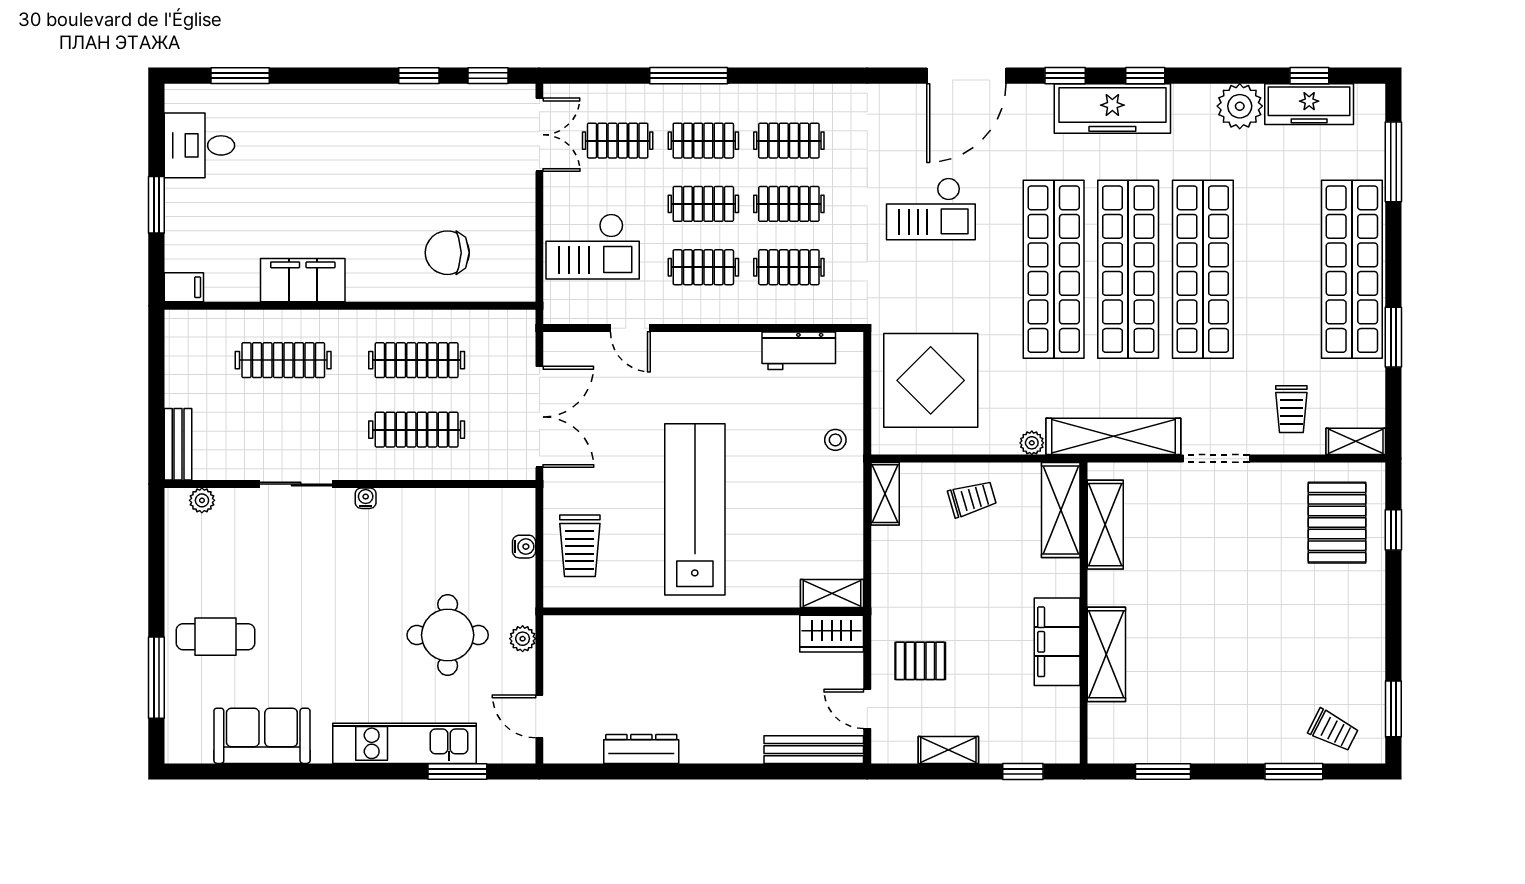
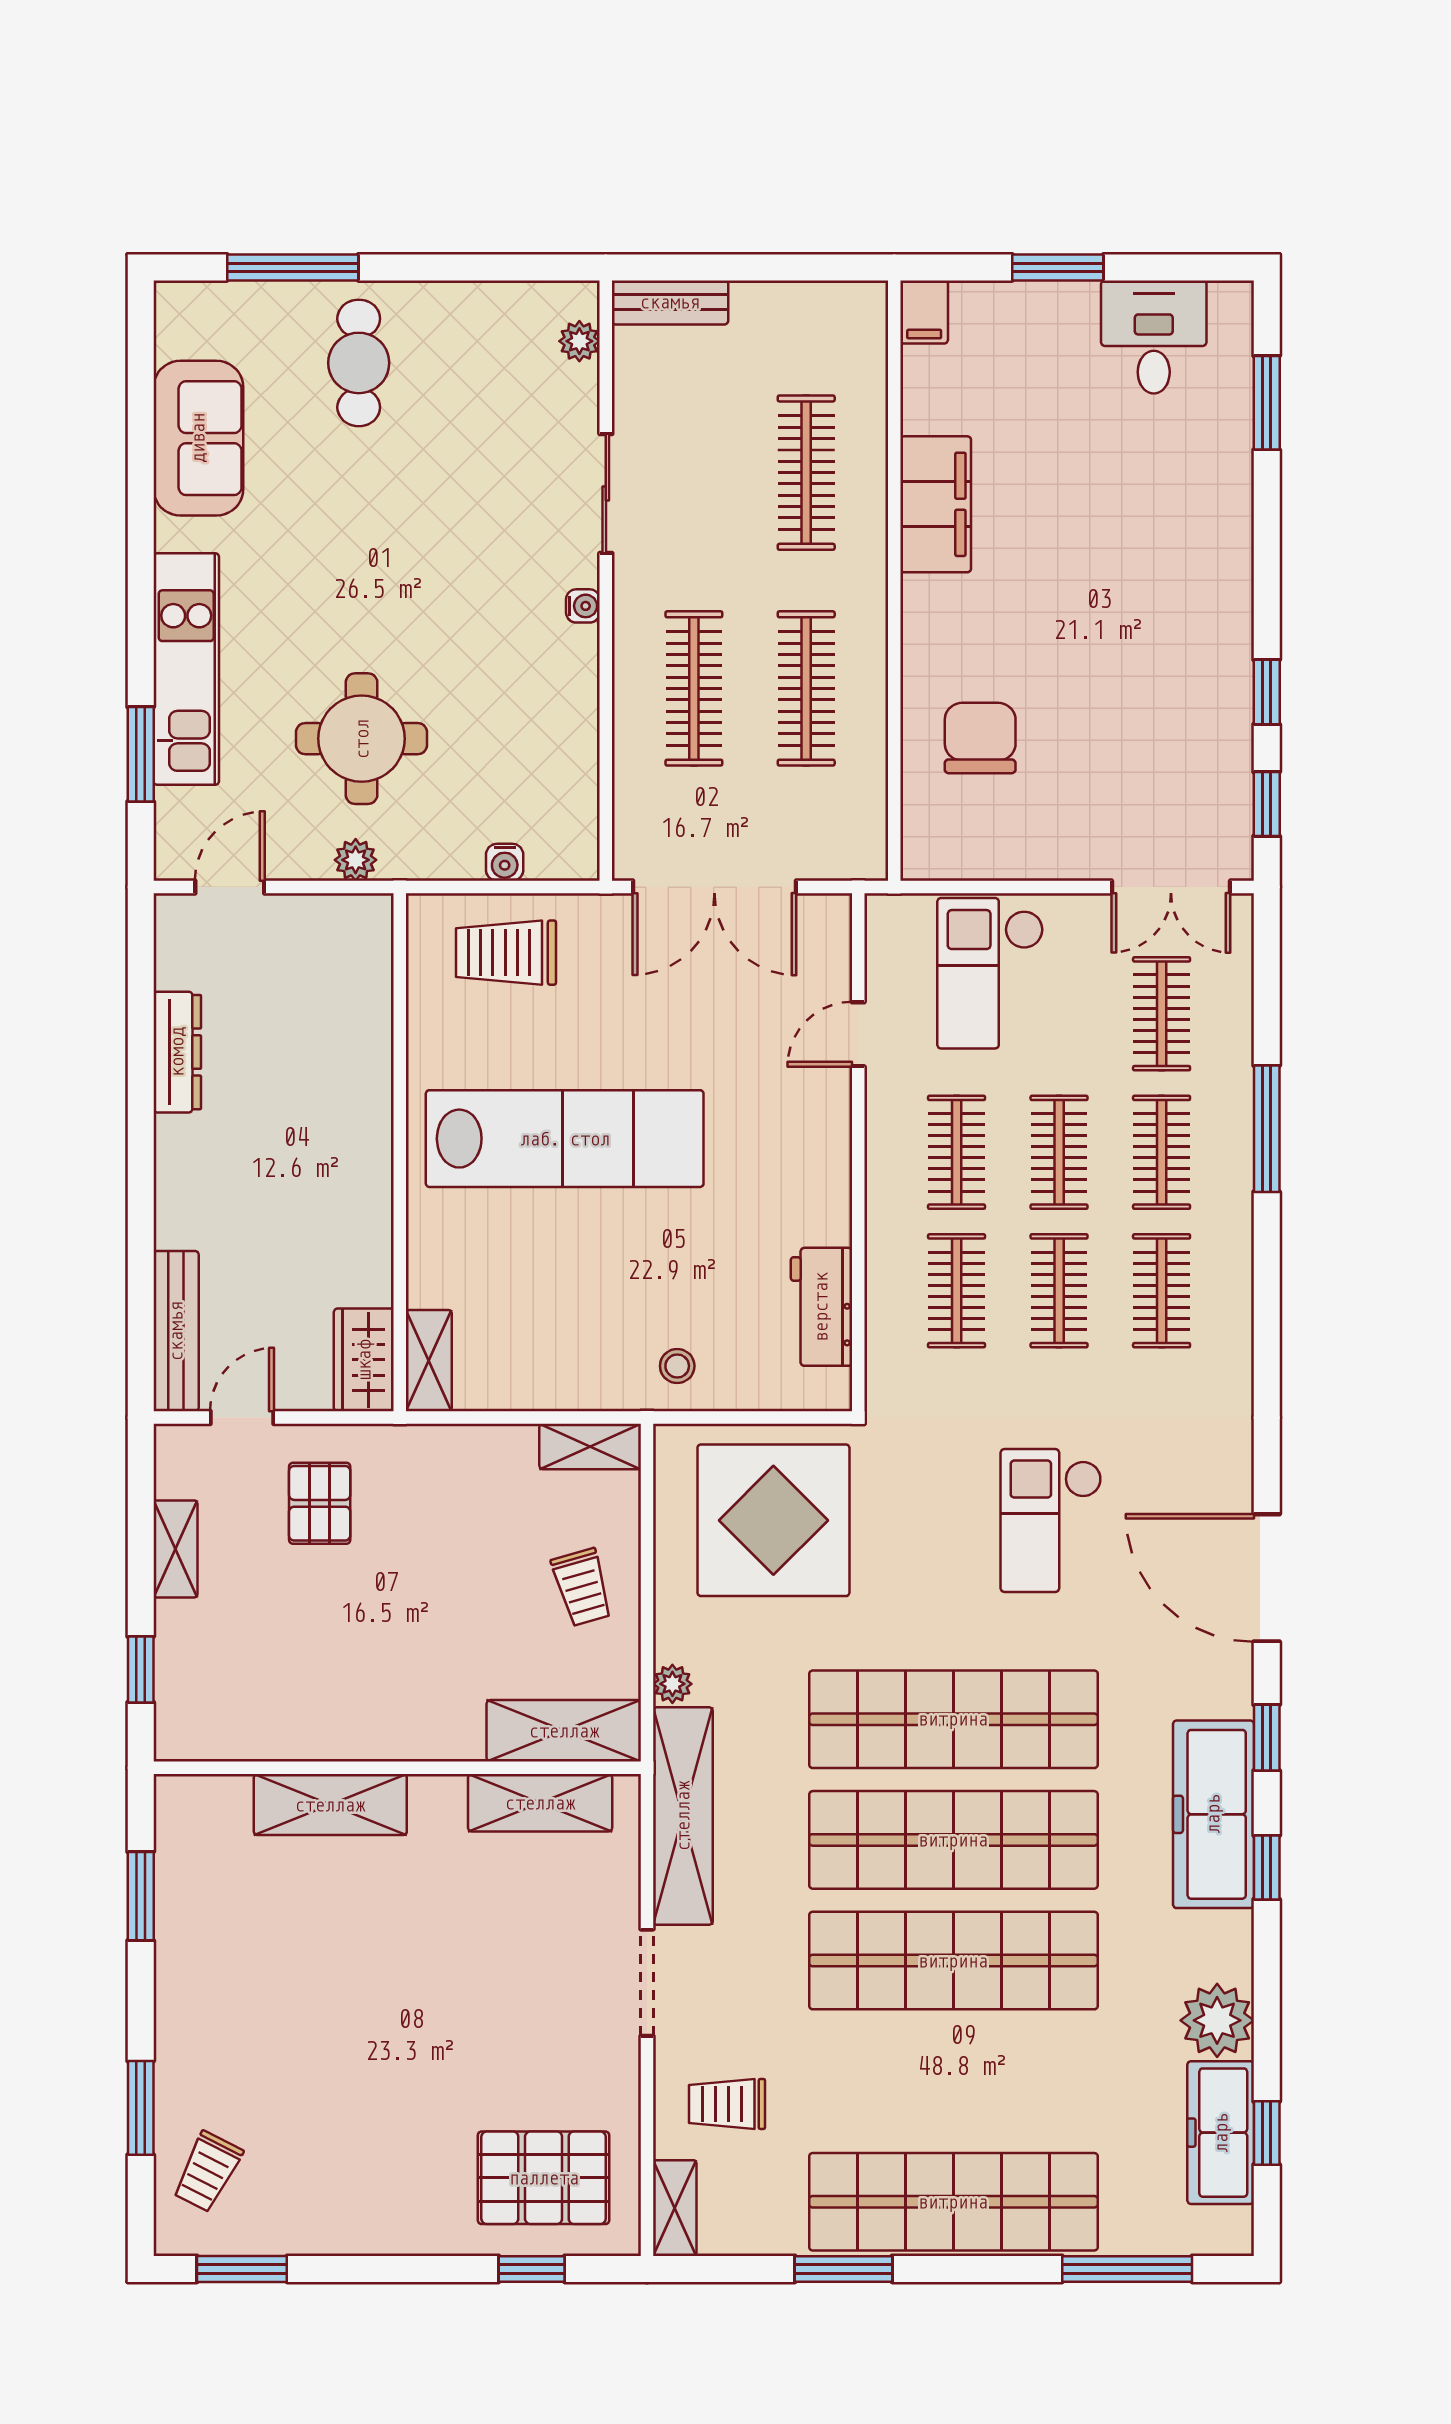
filing cabinet: (1057, 642) -> (350, 1725), removed

